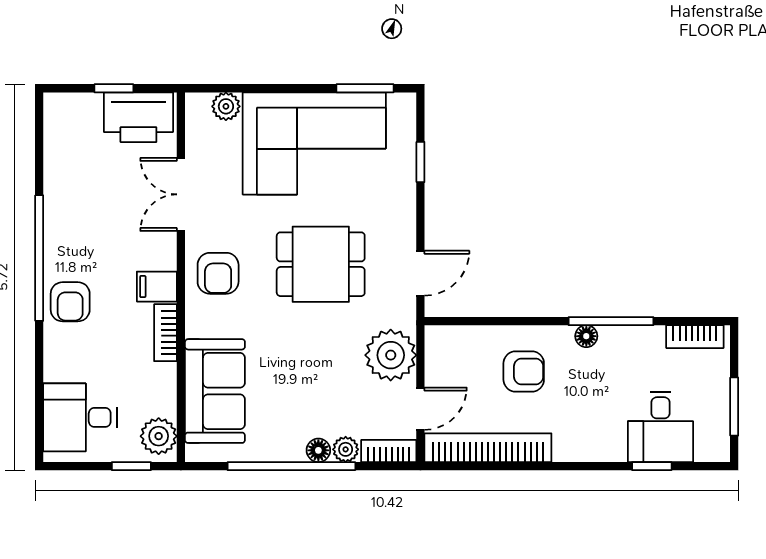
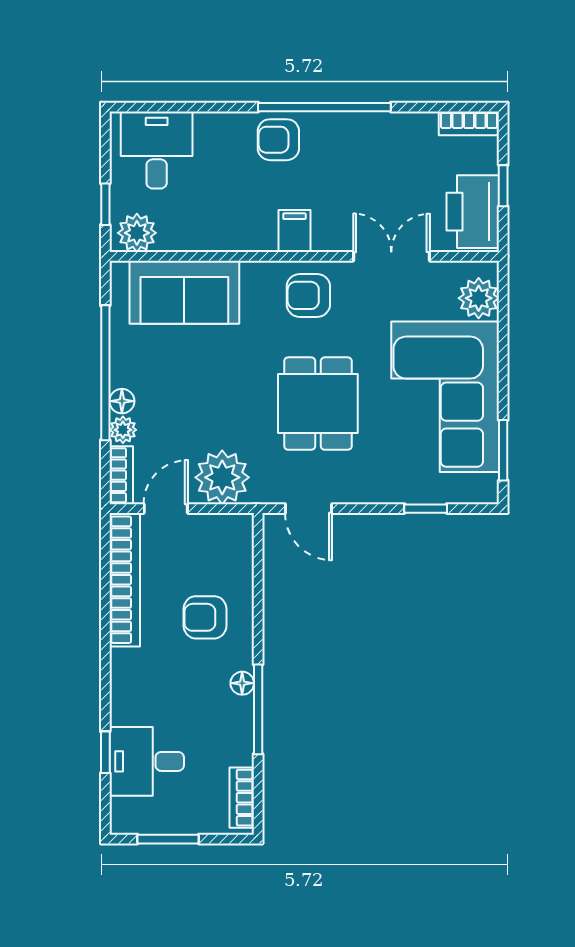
plant: (226, 106) -> (479, 298), width x1.38, depth x1.38
bookcase: (165, 333) -> (469, 123), moved, turned 180
armchair: (524, 371) -> (205, 617), turned 90
door: (420, 409) -> (166, 509), swing flipped

